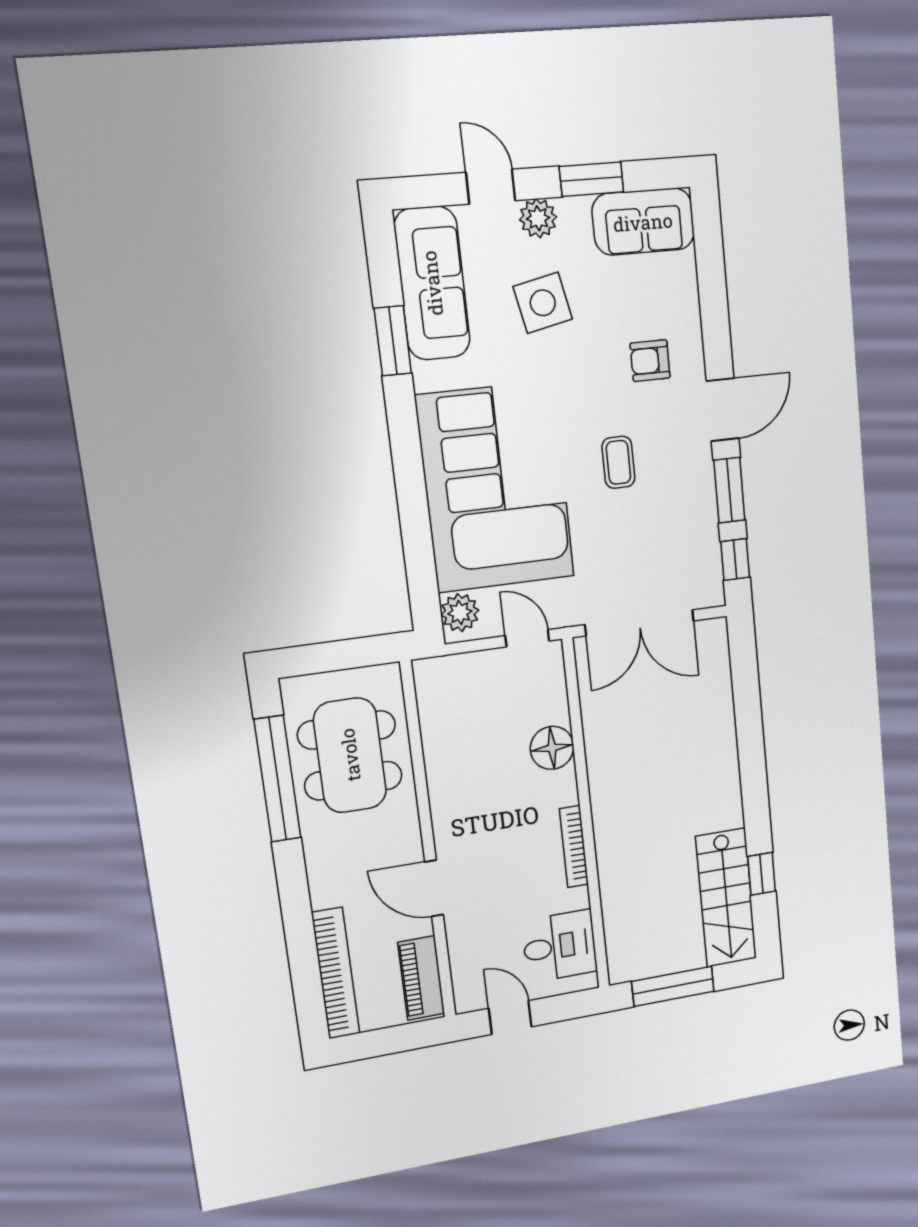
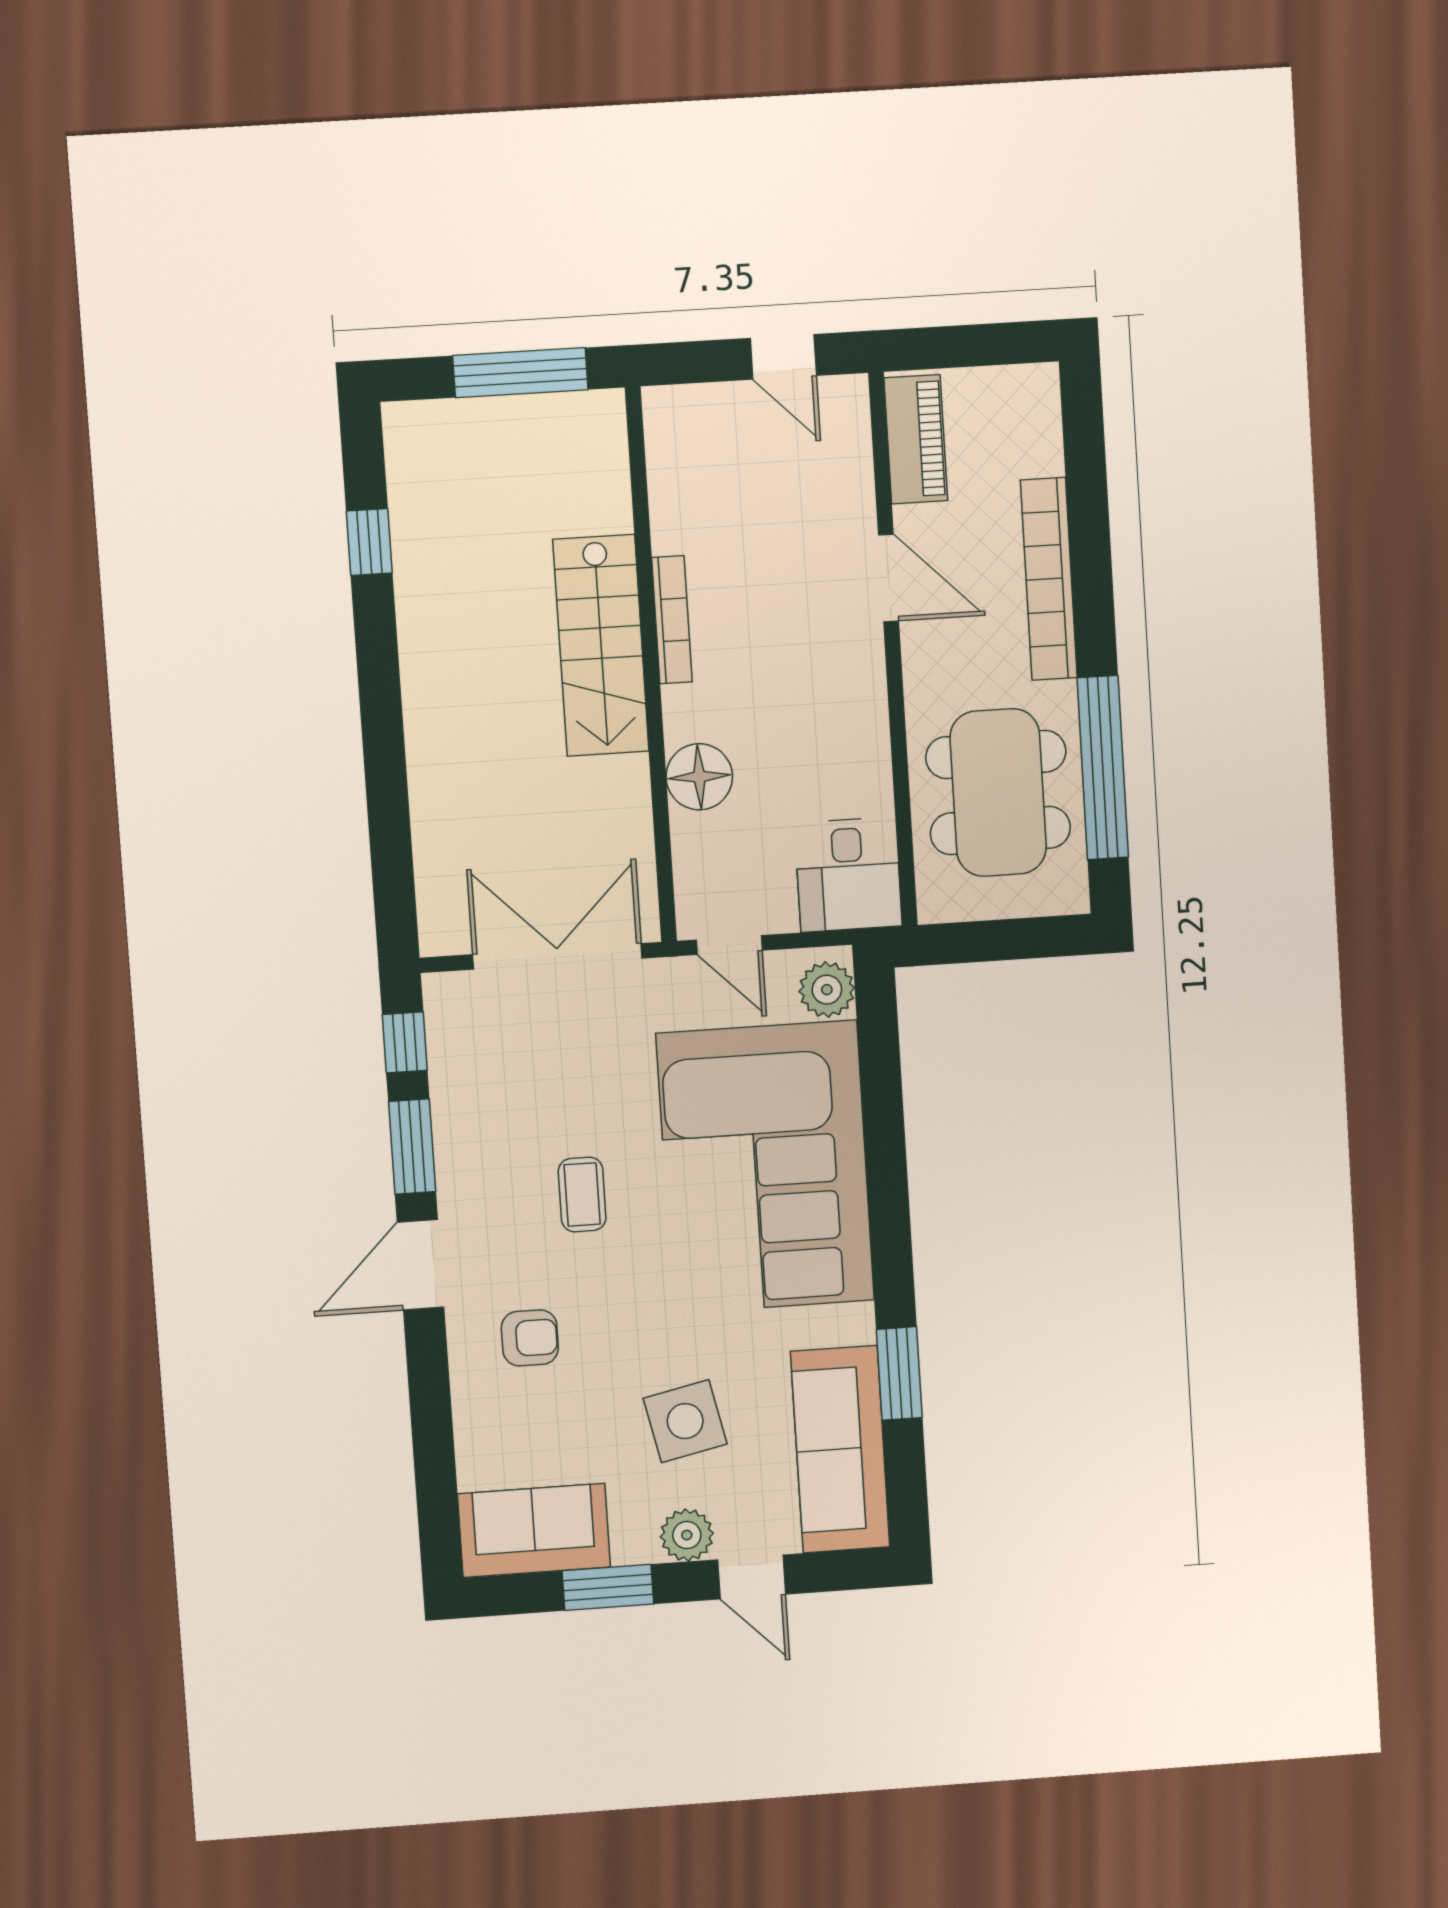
stairs: (726, 898) -> (601, 645), moved, turned 180
desk: (560, 946) -> (848, 875), moved, turned -90
bookcase: (336, 973) -> (1049, 579), moved

